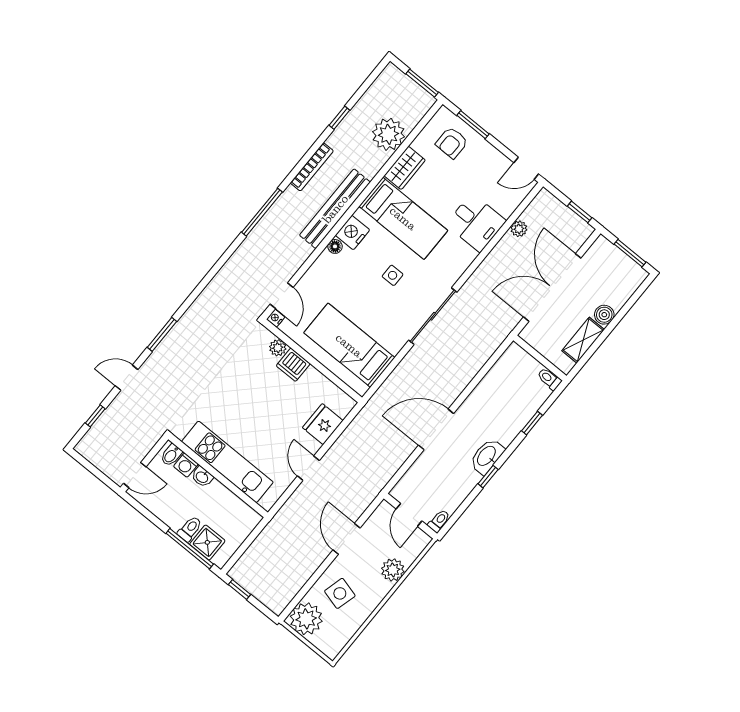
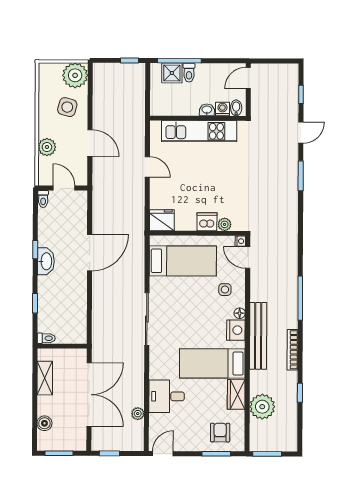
side table: (393, 275) -> (225, 290), moved
boiler: (604, 315) -> (44, 423), moved
fridge: (323, 424) -> (162, 220), moved, turned -90

